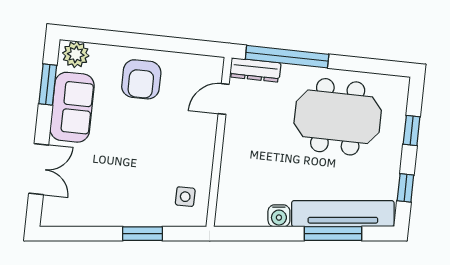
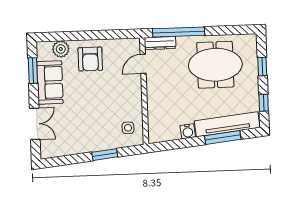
plant: (76, 54) -> (61, 49), moved

